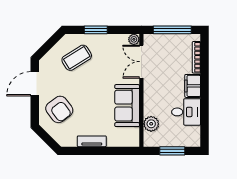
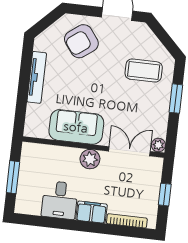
window: (172, 30) -> (165, 195), width x0.46
coffee table: (77, 58) -> (144, 71), turned -58
plant: (151, 124) -> (90, 159), moved
tv unit: (92, 141) -> (37, 77), width x1.41

